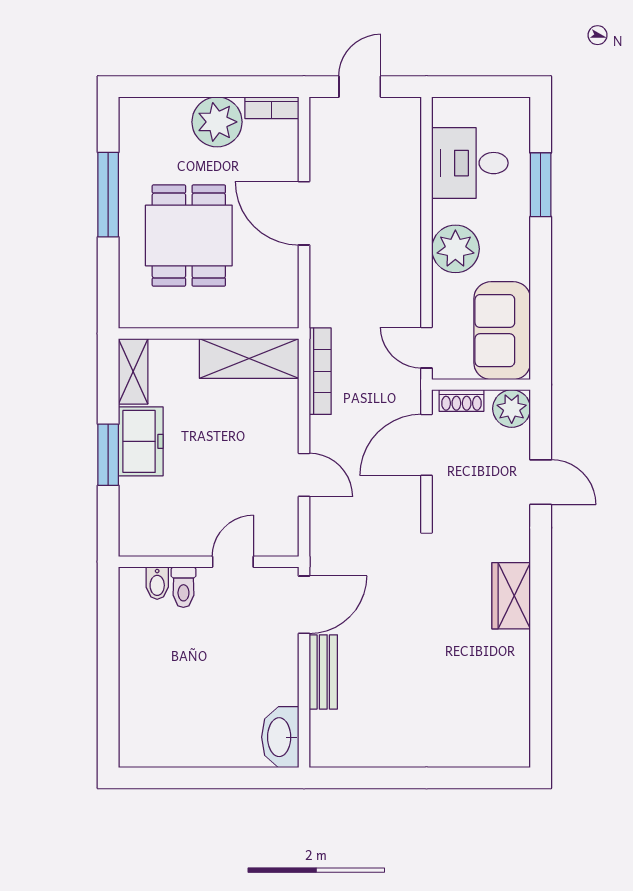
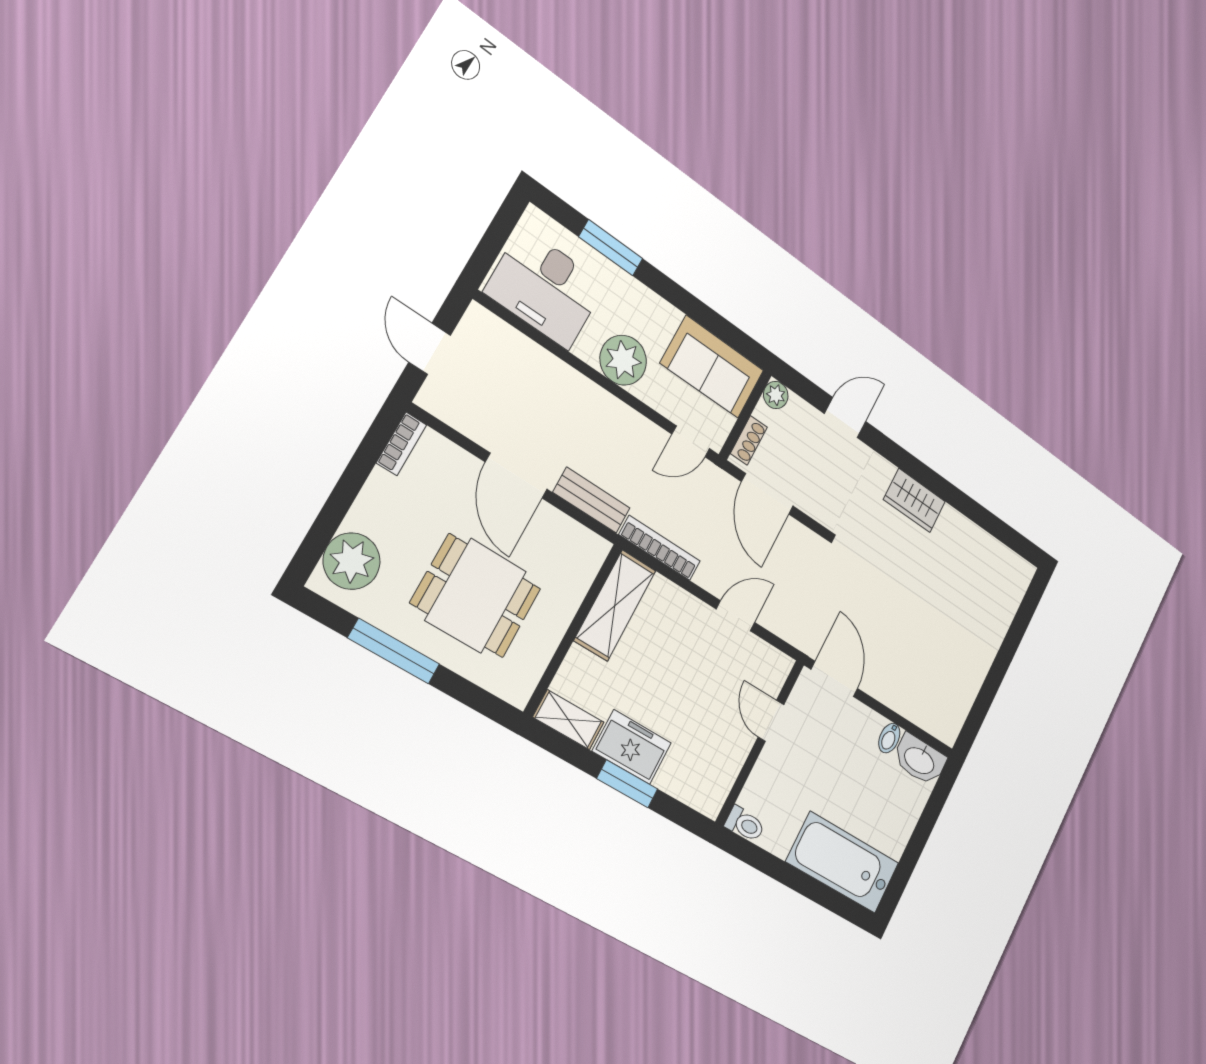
plant: (217, 122) -> (352, 561), moved
desk: (470, 163) -> (545, 288), width x1.37
door: (304, 213) -> (516, 476), hinge flipped
plant: (512, 409) -> (776, 395), width x0.73, depth x0.73
bidet: (157, 583) -> (889, 738), moved, turned 90
toilet: (183, 587) -> (745, 824), moved
bench: (323, 672) -> (592, 500), moved
bathtub: (147, 707) -> (843, 862), added

